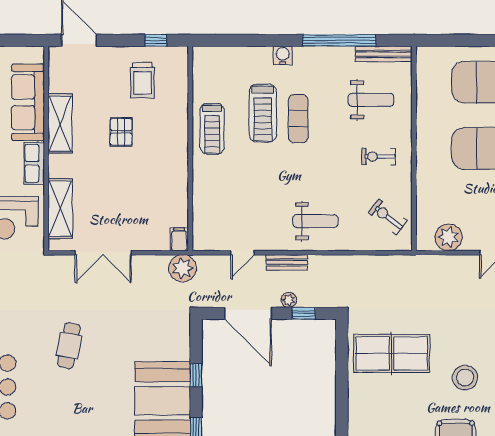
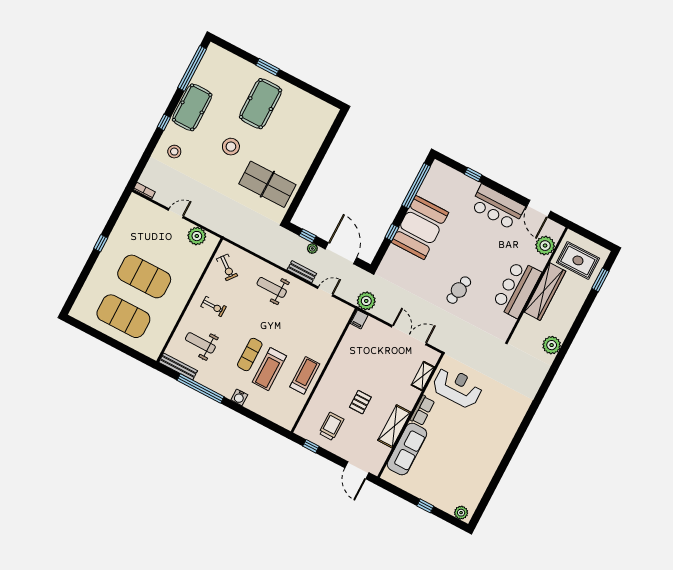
treadmill: (263, 113) -> (269, 369), turned 180
shelving: (60, 209) -> (423, 376), width x0.67, depth x0.75

